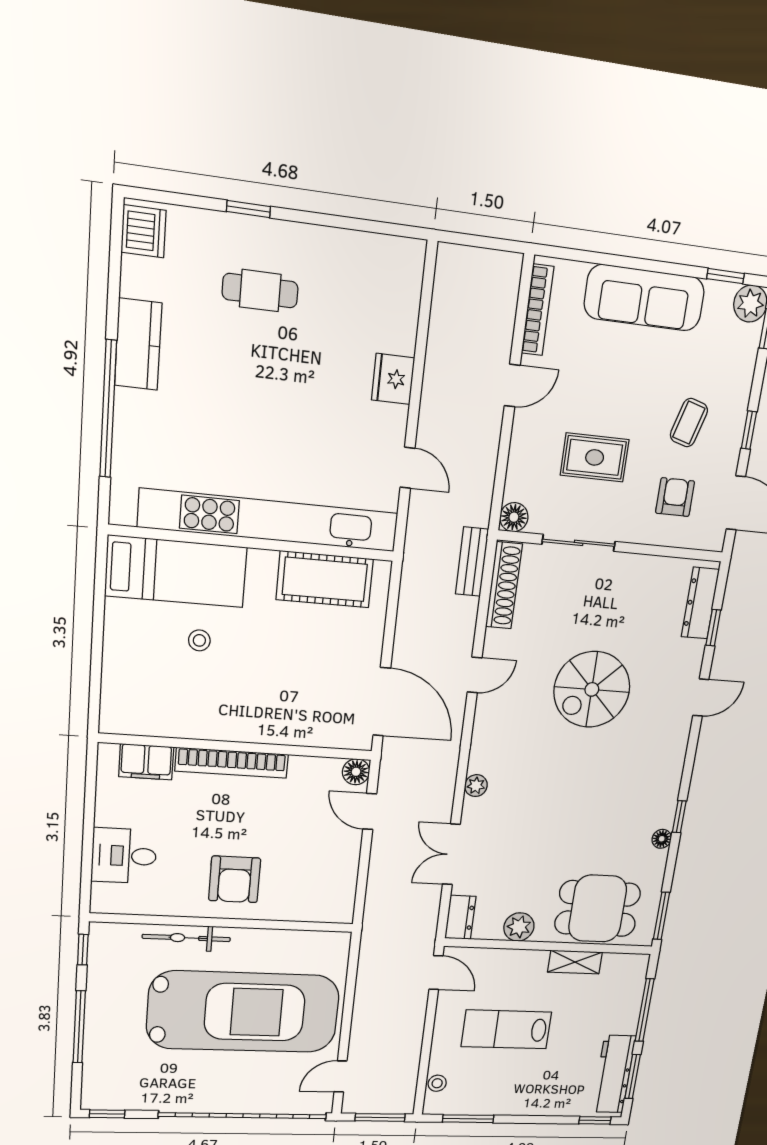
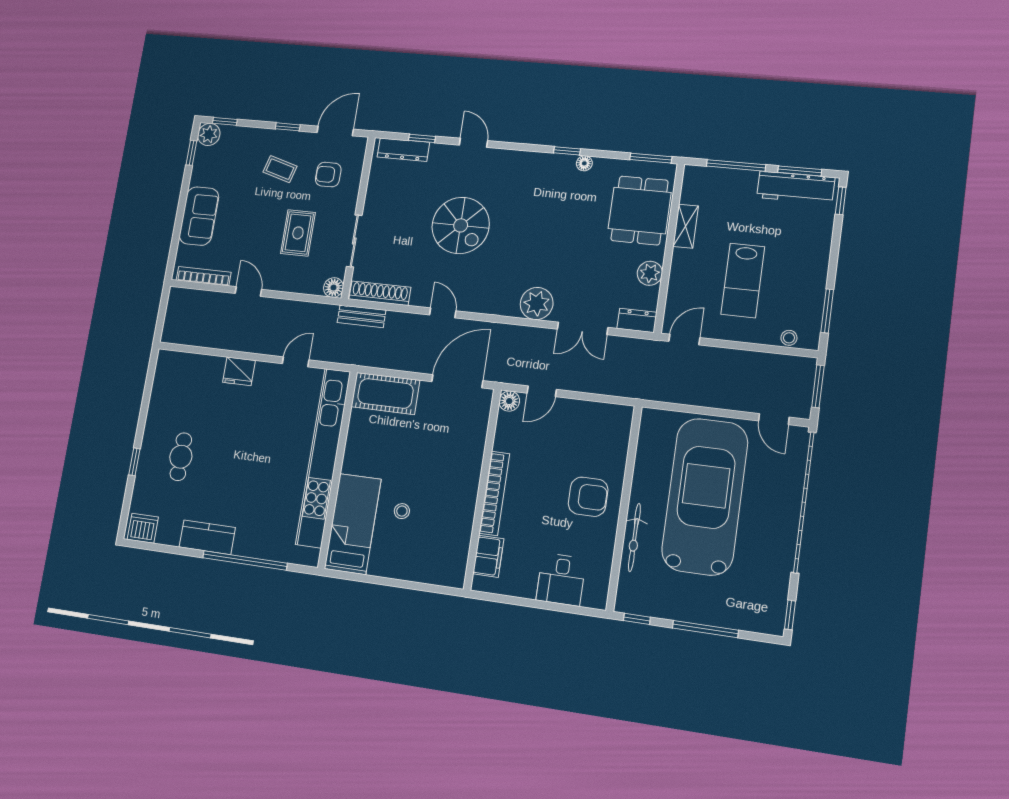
sofa: (644, 298) -> (199, 216), width x0.73
cot: (325, 579) -> (385, 393), moved, turned 90
plant: (476, 786) -> (537, 304), width x1.88, depth x1.88

